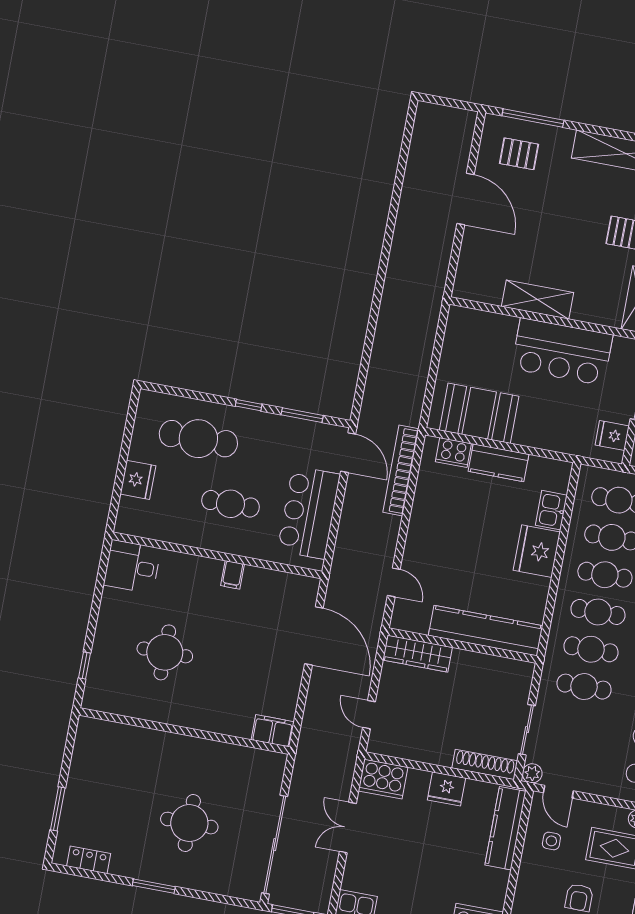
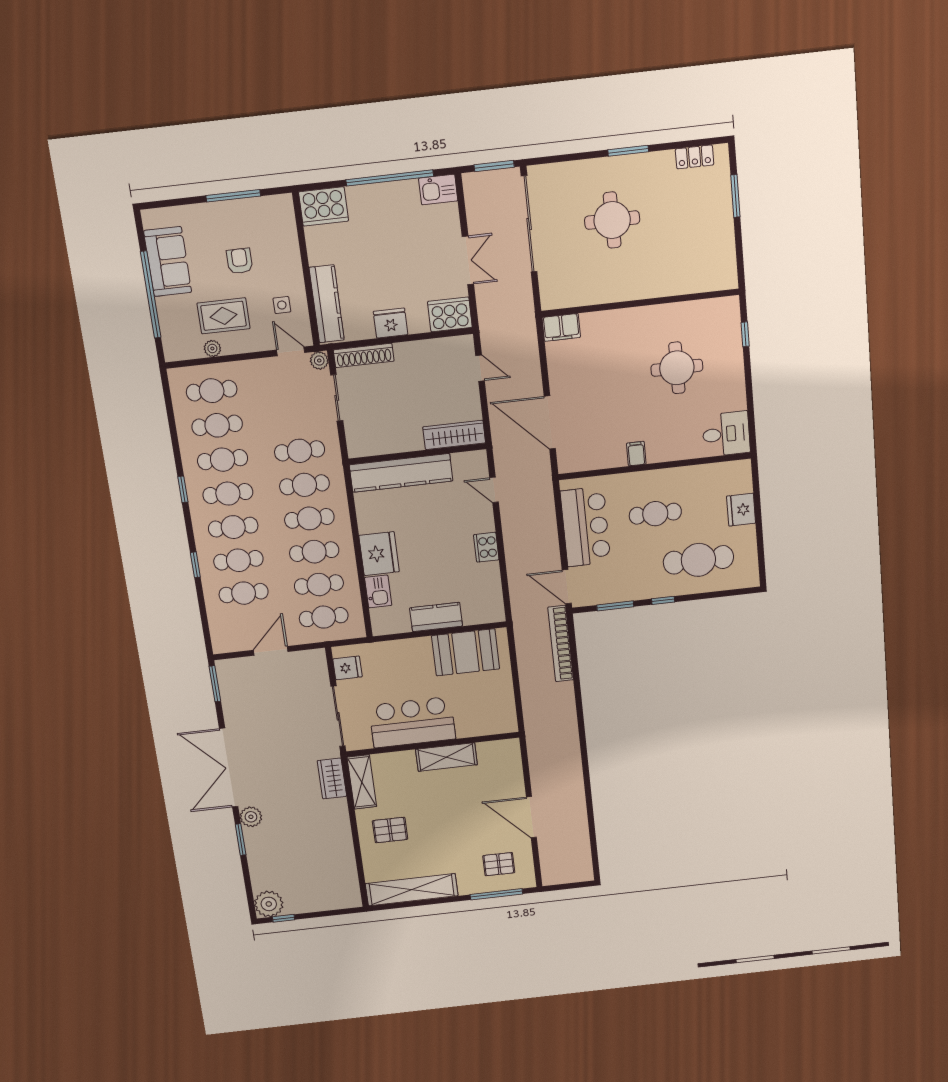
cooker: (453, 453) -> (486, 547), moved, turned -90
bookcase: (401, 470) -> (561, 644), moved, turned 180

